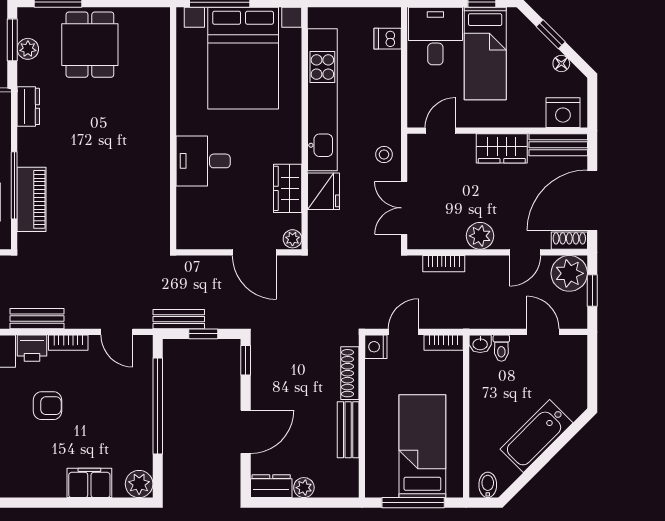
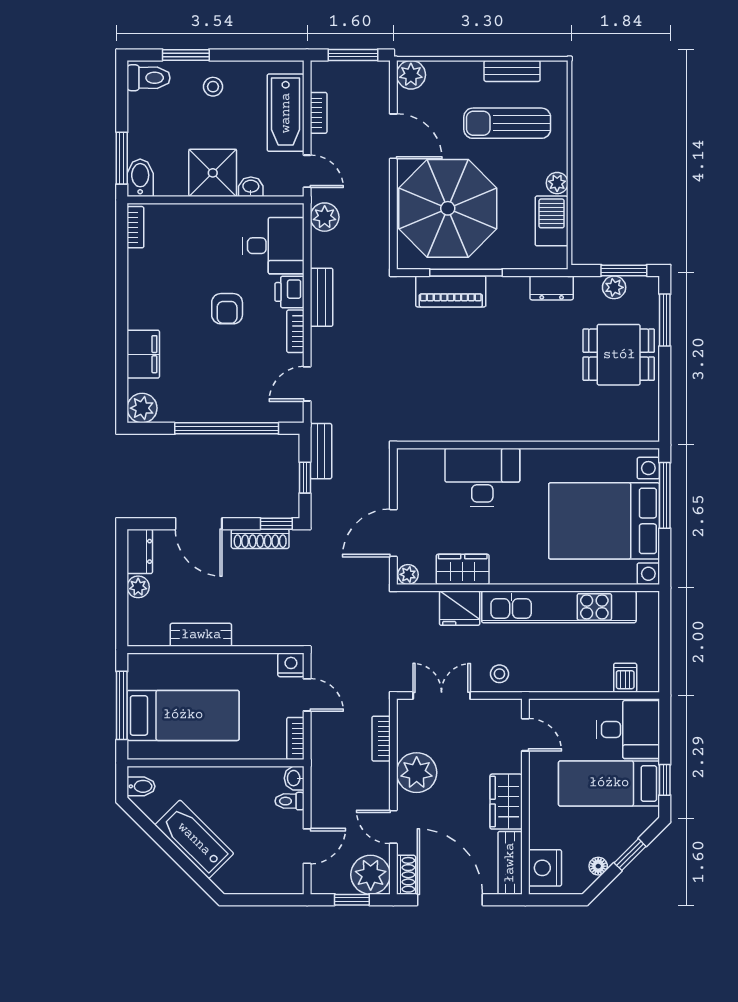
desk: (203, 161) -> (482, 478), width x1.37
plant: (480, 236) -> (417, 773), width x1.36, depth x1.36
shoe rack: (350, 373) -> (260, 539), moved, turned 180

